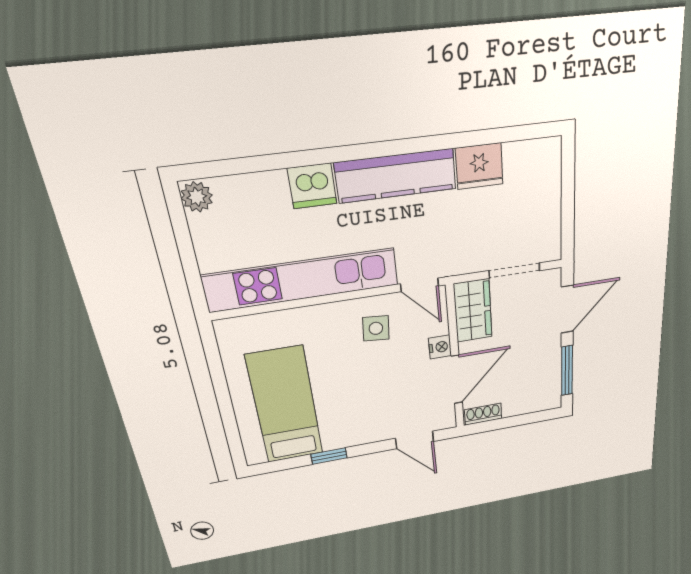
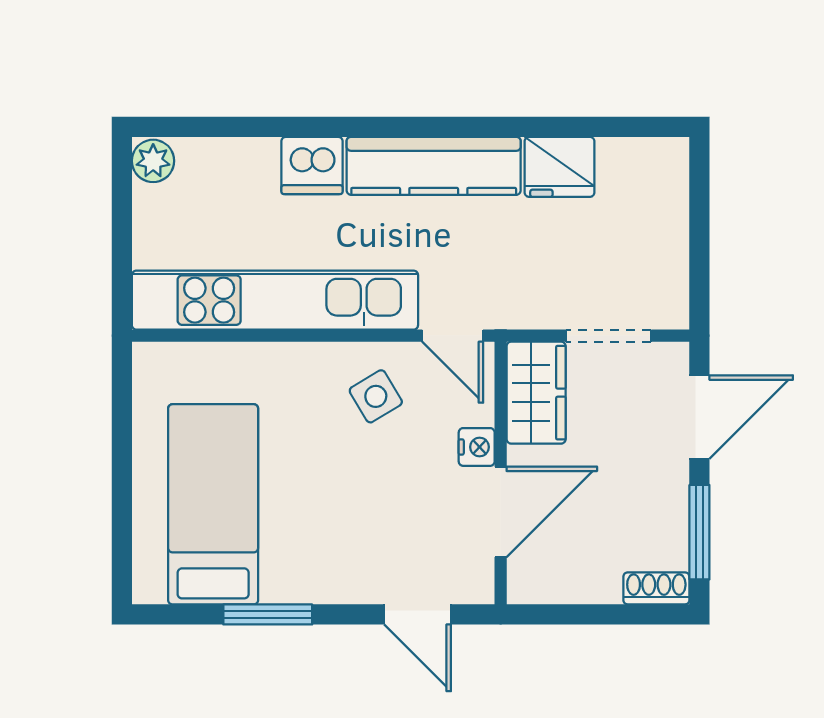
side table: (376, 328) -> (376, 396), turned -36
shoe rack: (483, 414) -> (656, 588), moved
window: (329, 456) -> (268, 614), width x1.50

